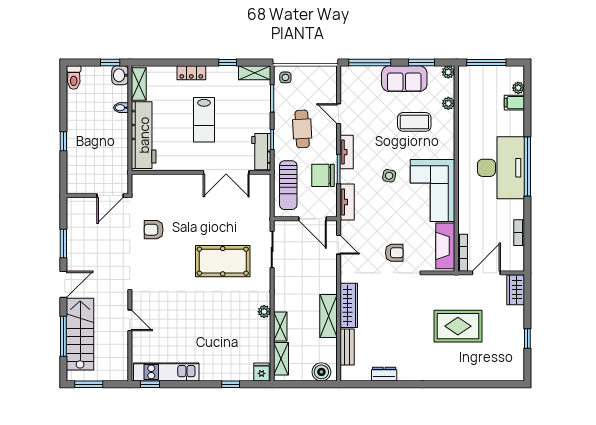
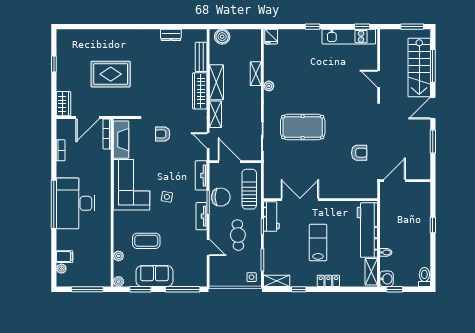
shelving: (281, 359) -> (215, 114), moved
window: (231, 384) -> (312, 27), moved

